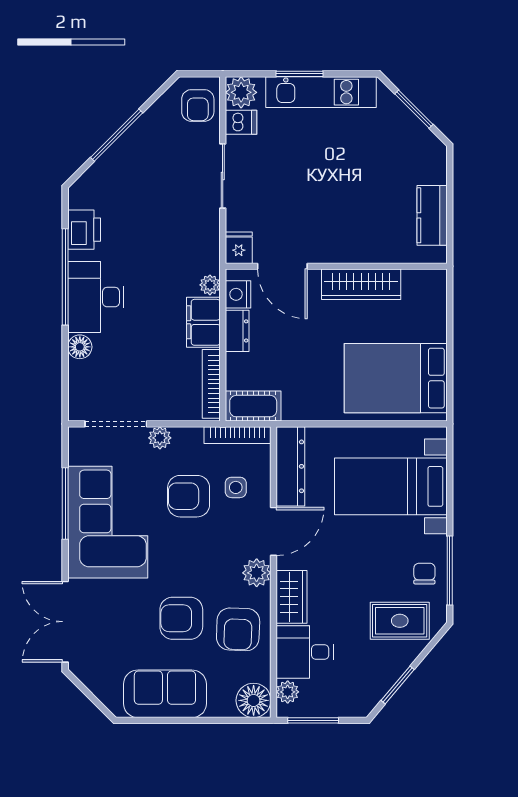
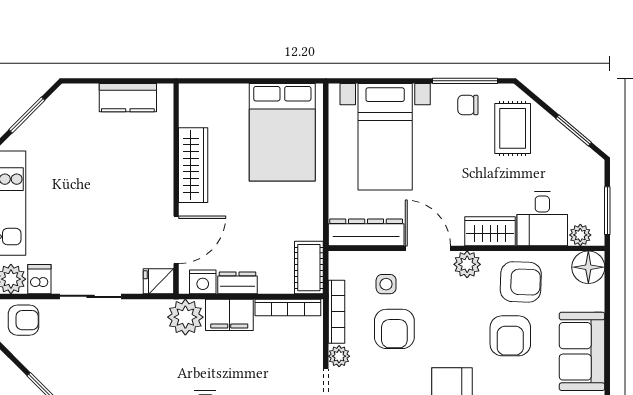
plant: (210, 285) -> (185, 317), width x1.88, depth x1.88
bookcase: (237, 435) -> (336, 312), moved

